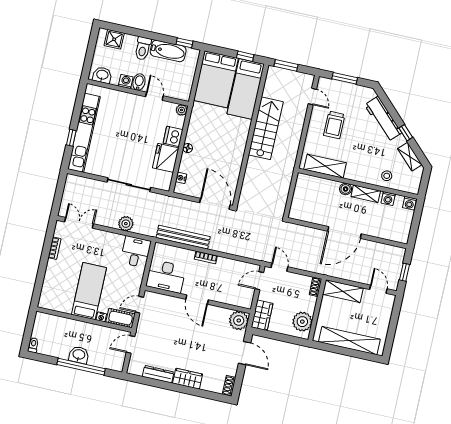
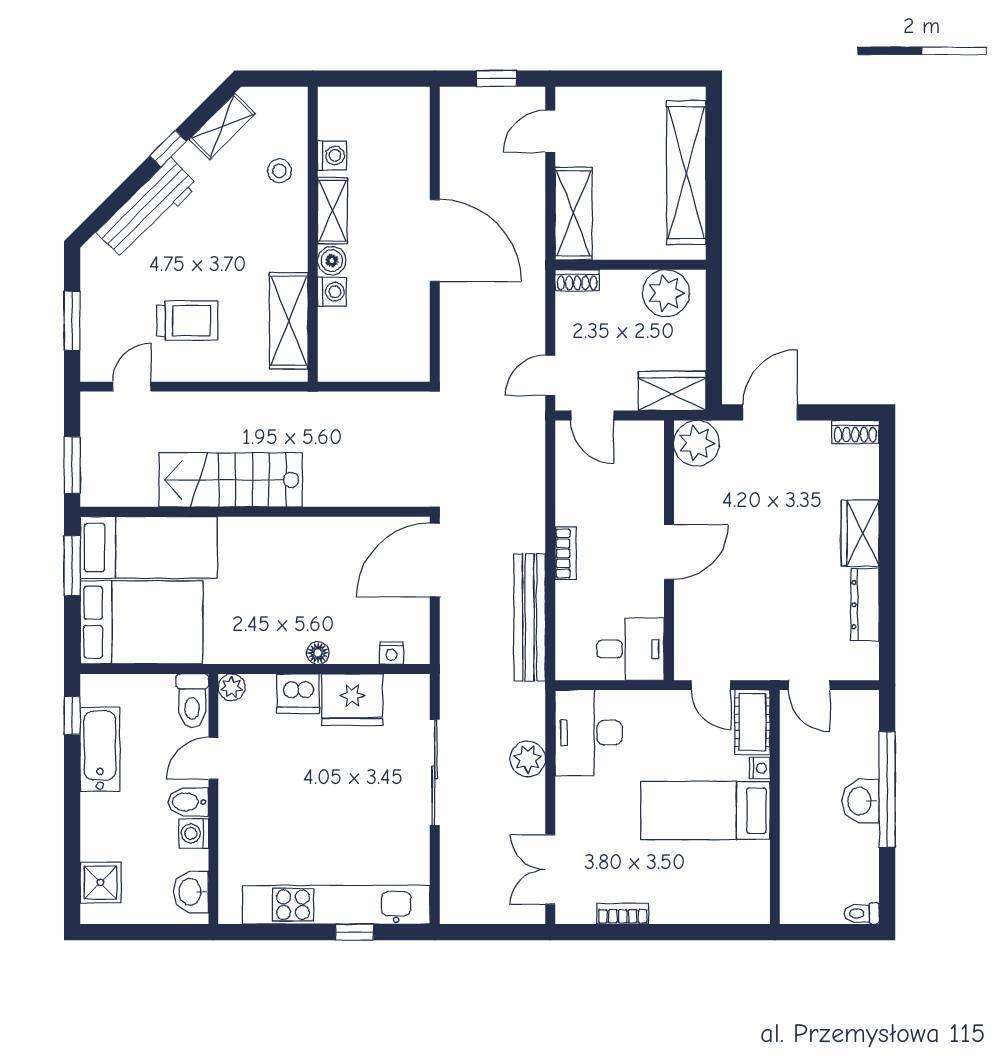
toilet: (143, 48) -> (192, 701), moved, turned 90
window: (245, 56) -> (72, 566), width x1.50
washing machine: (409, 203) -> (332, 292), moved
desk: (136, 252) -> (589, 733), width x1.37
desk: (166, 276) -> (630, 649), width x0.73

